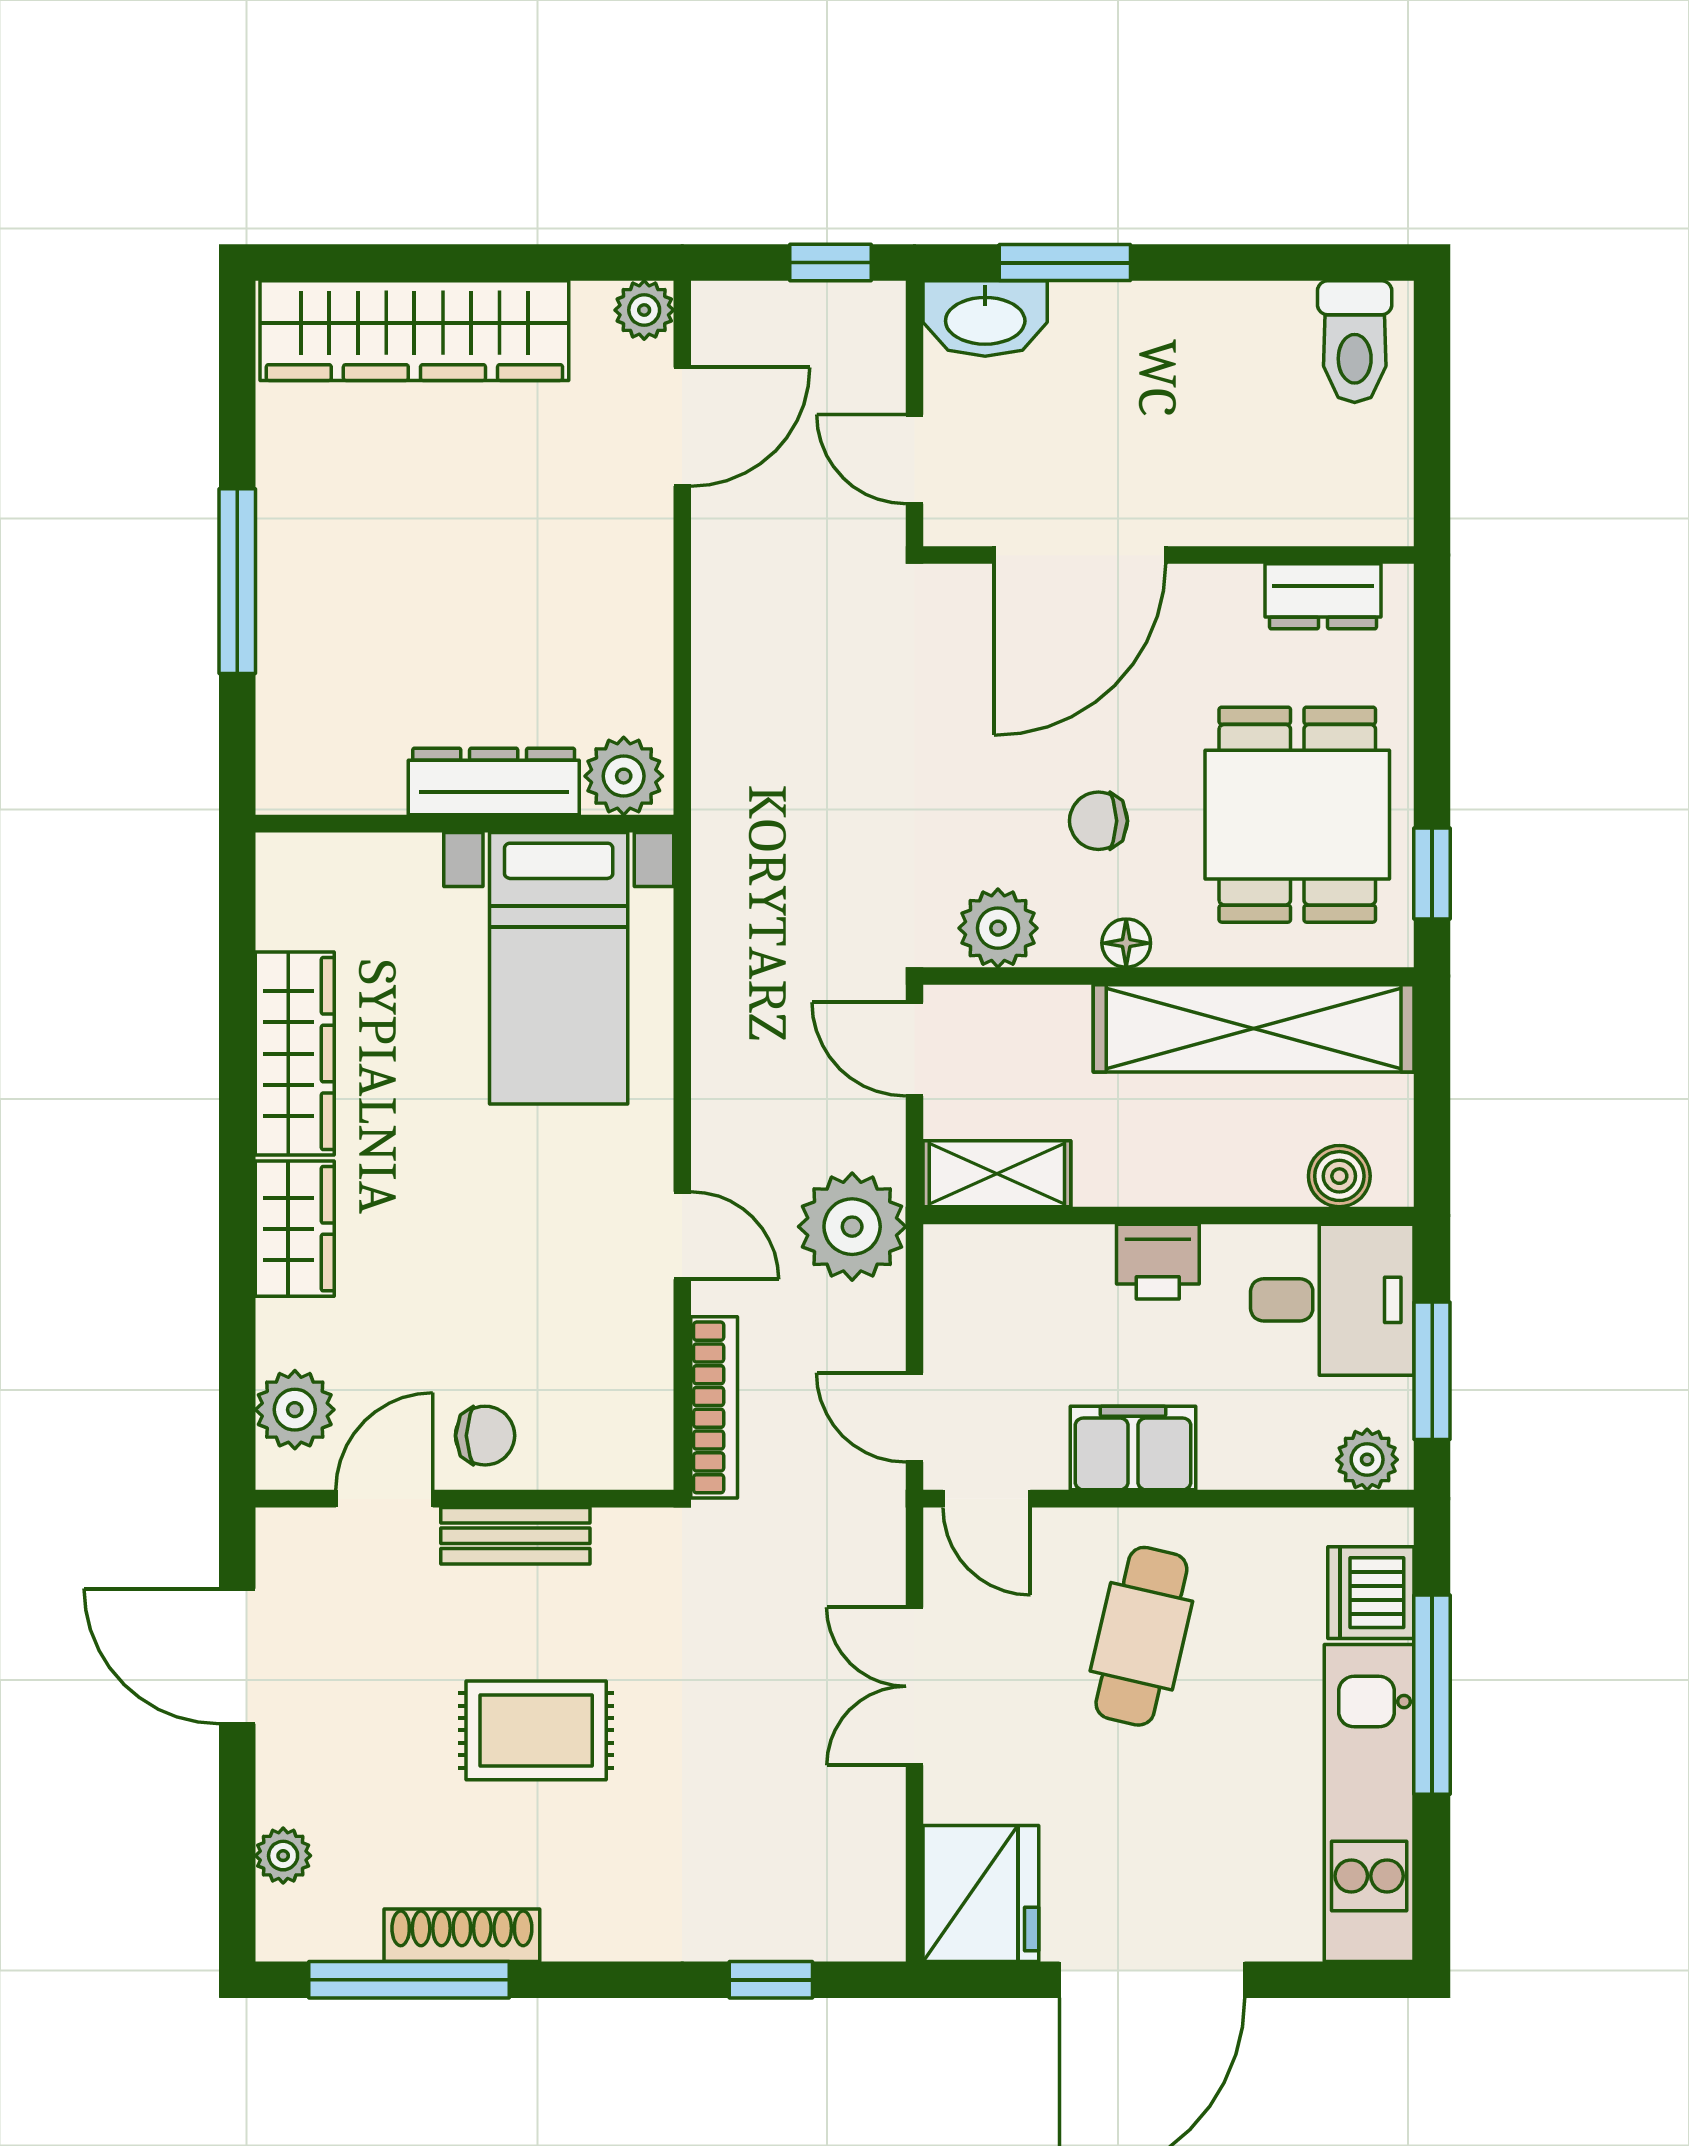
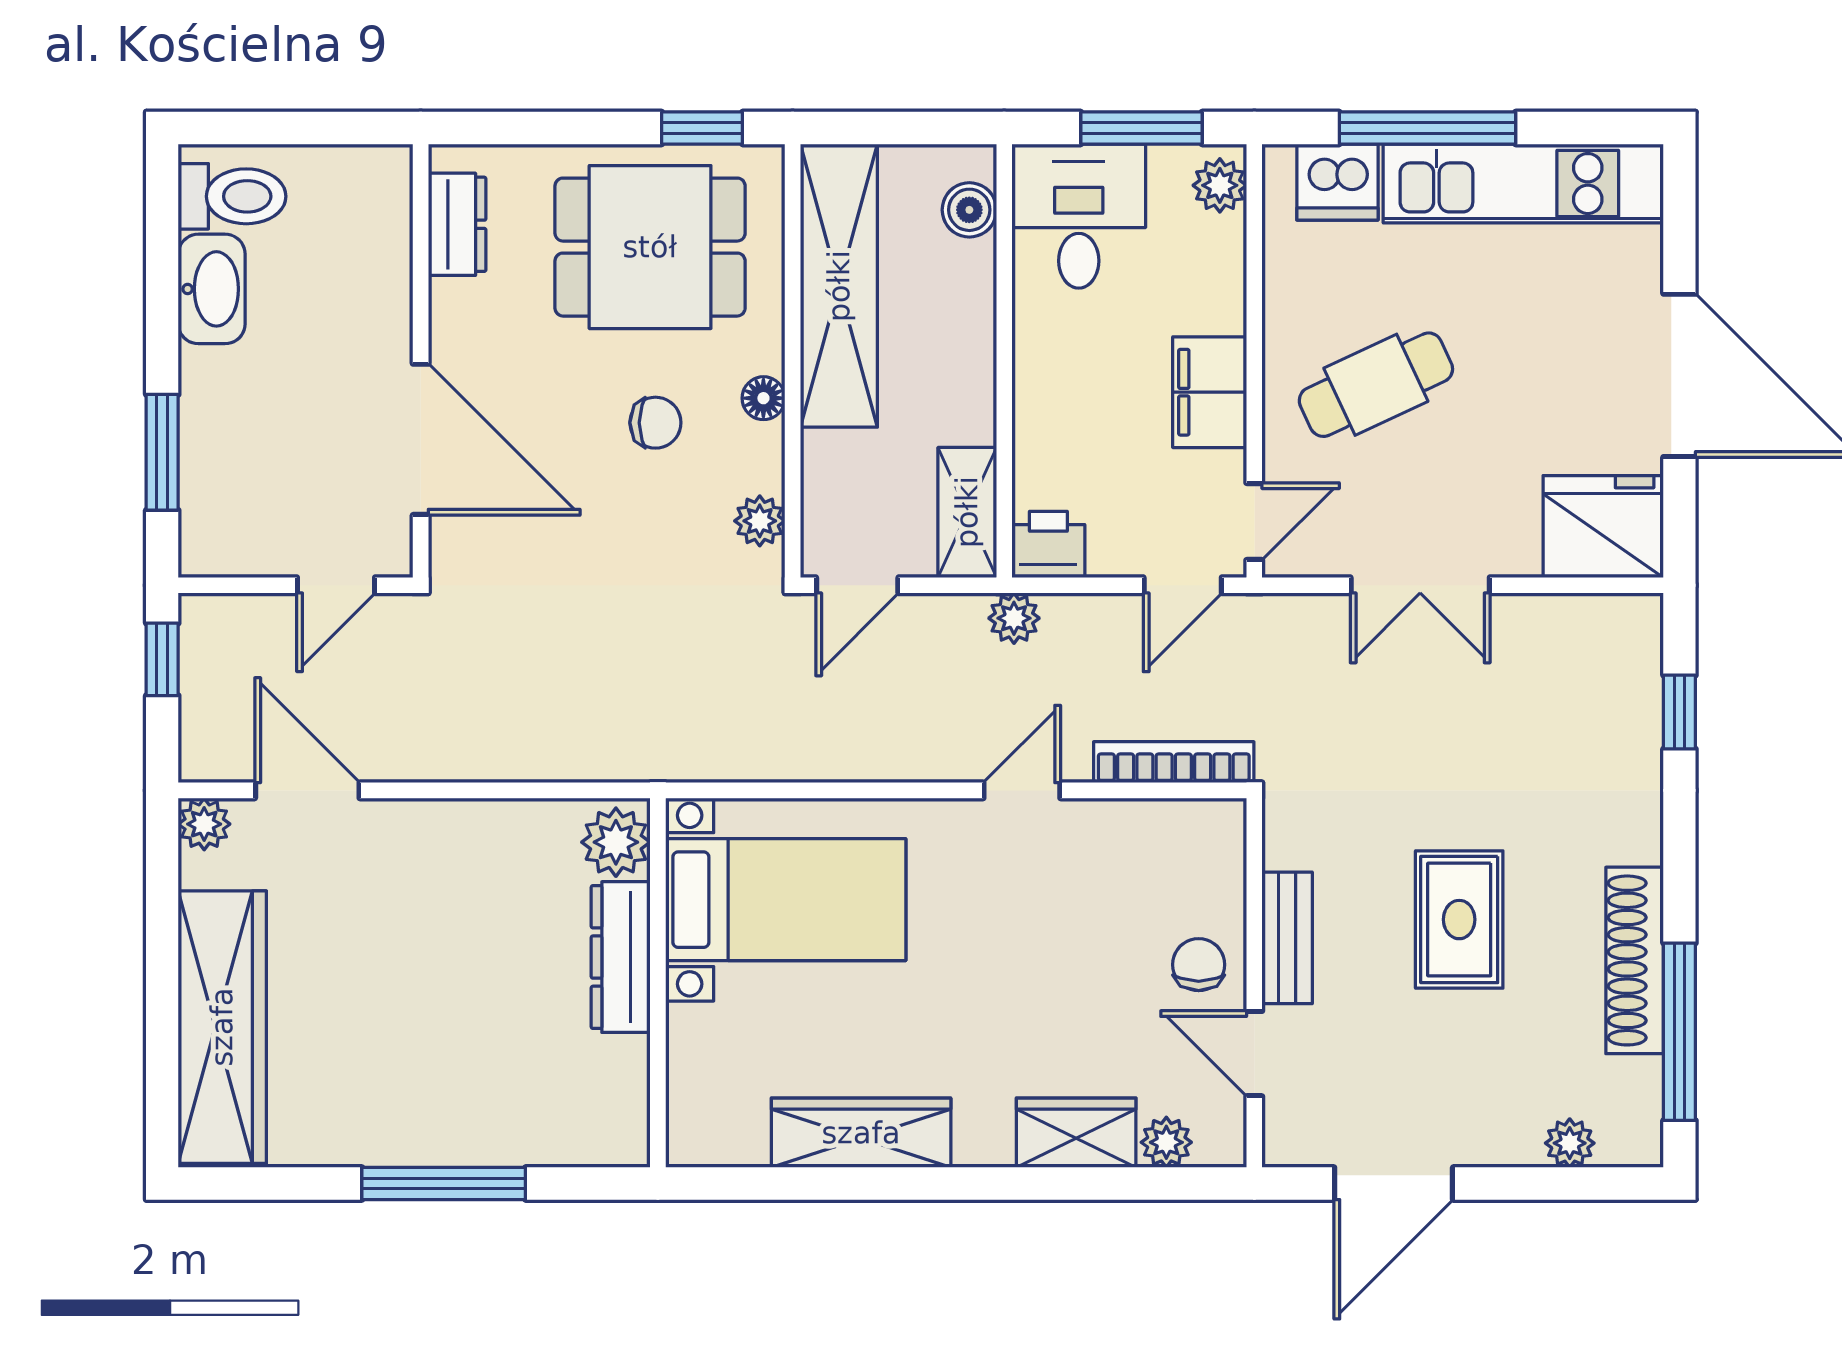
washbasin: (985, 319) -> (212, 289), moved
chair: (1098, 821) -> (655, 423), turned -90
plant: (998, 928) -> (760, 521), width x0.73, depth x0.73
plant: (852, 1227) -> (1014, 618), width x0.53, depth x0.53
wardrobe: (295, 1229) -> (1076, 1133), moved
printer: (1158, 1262) -> (1048, 544), moved, turned -90
plant: (295, 1410) -> (1166, 1142), width x0.73, depth x0.73
cafe table: (1141, 1636) -> (1376, 385), turned -38
shoe rack: (462, 1935) -> (1635, 960), width x1.36, depth x1.24

